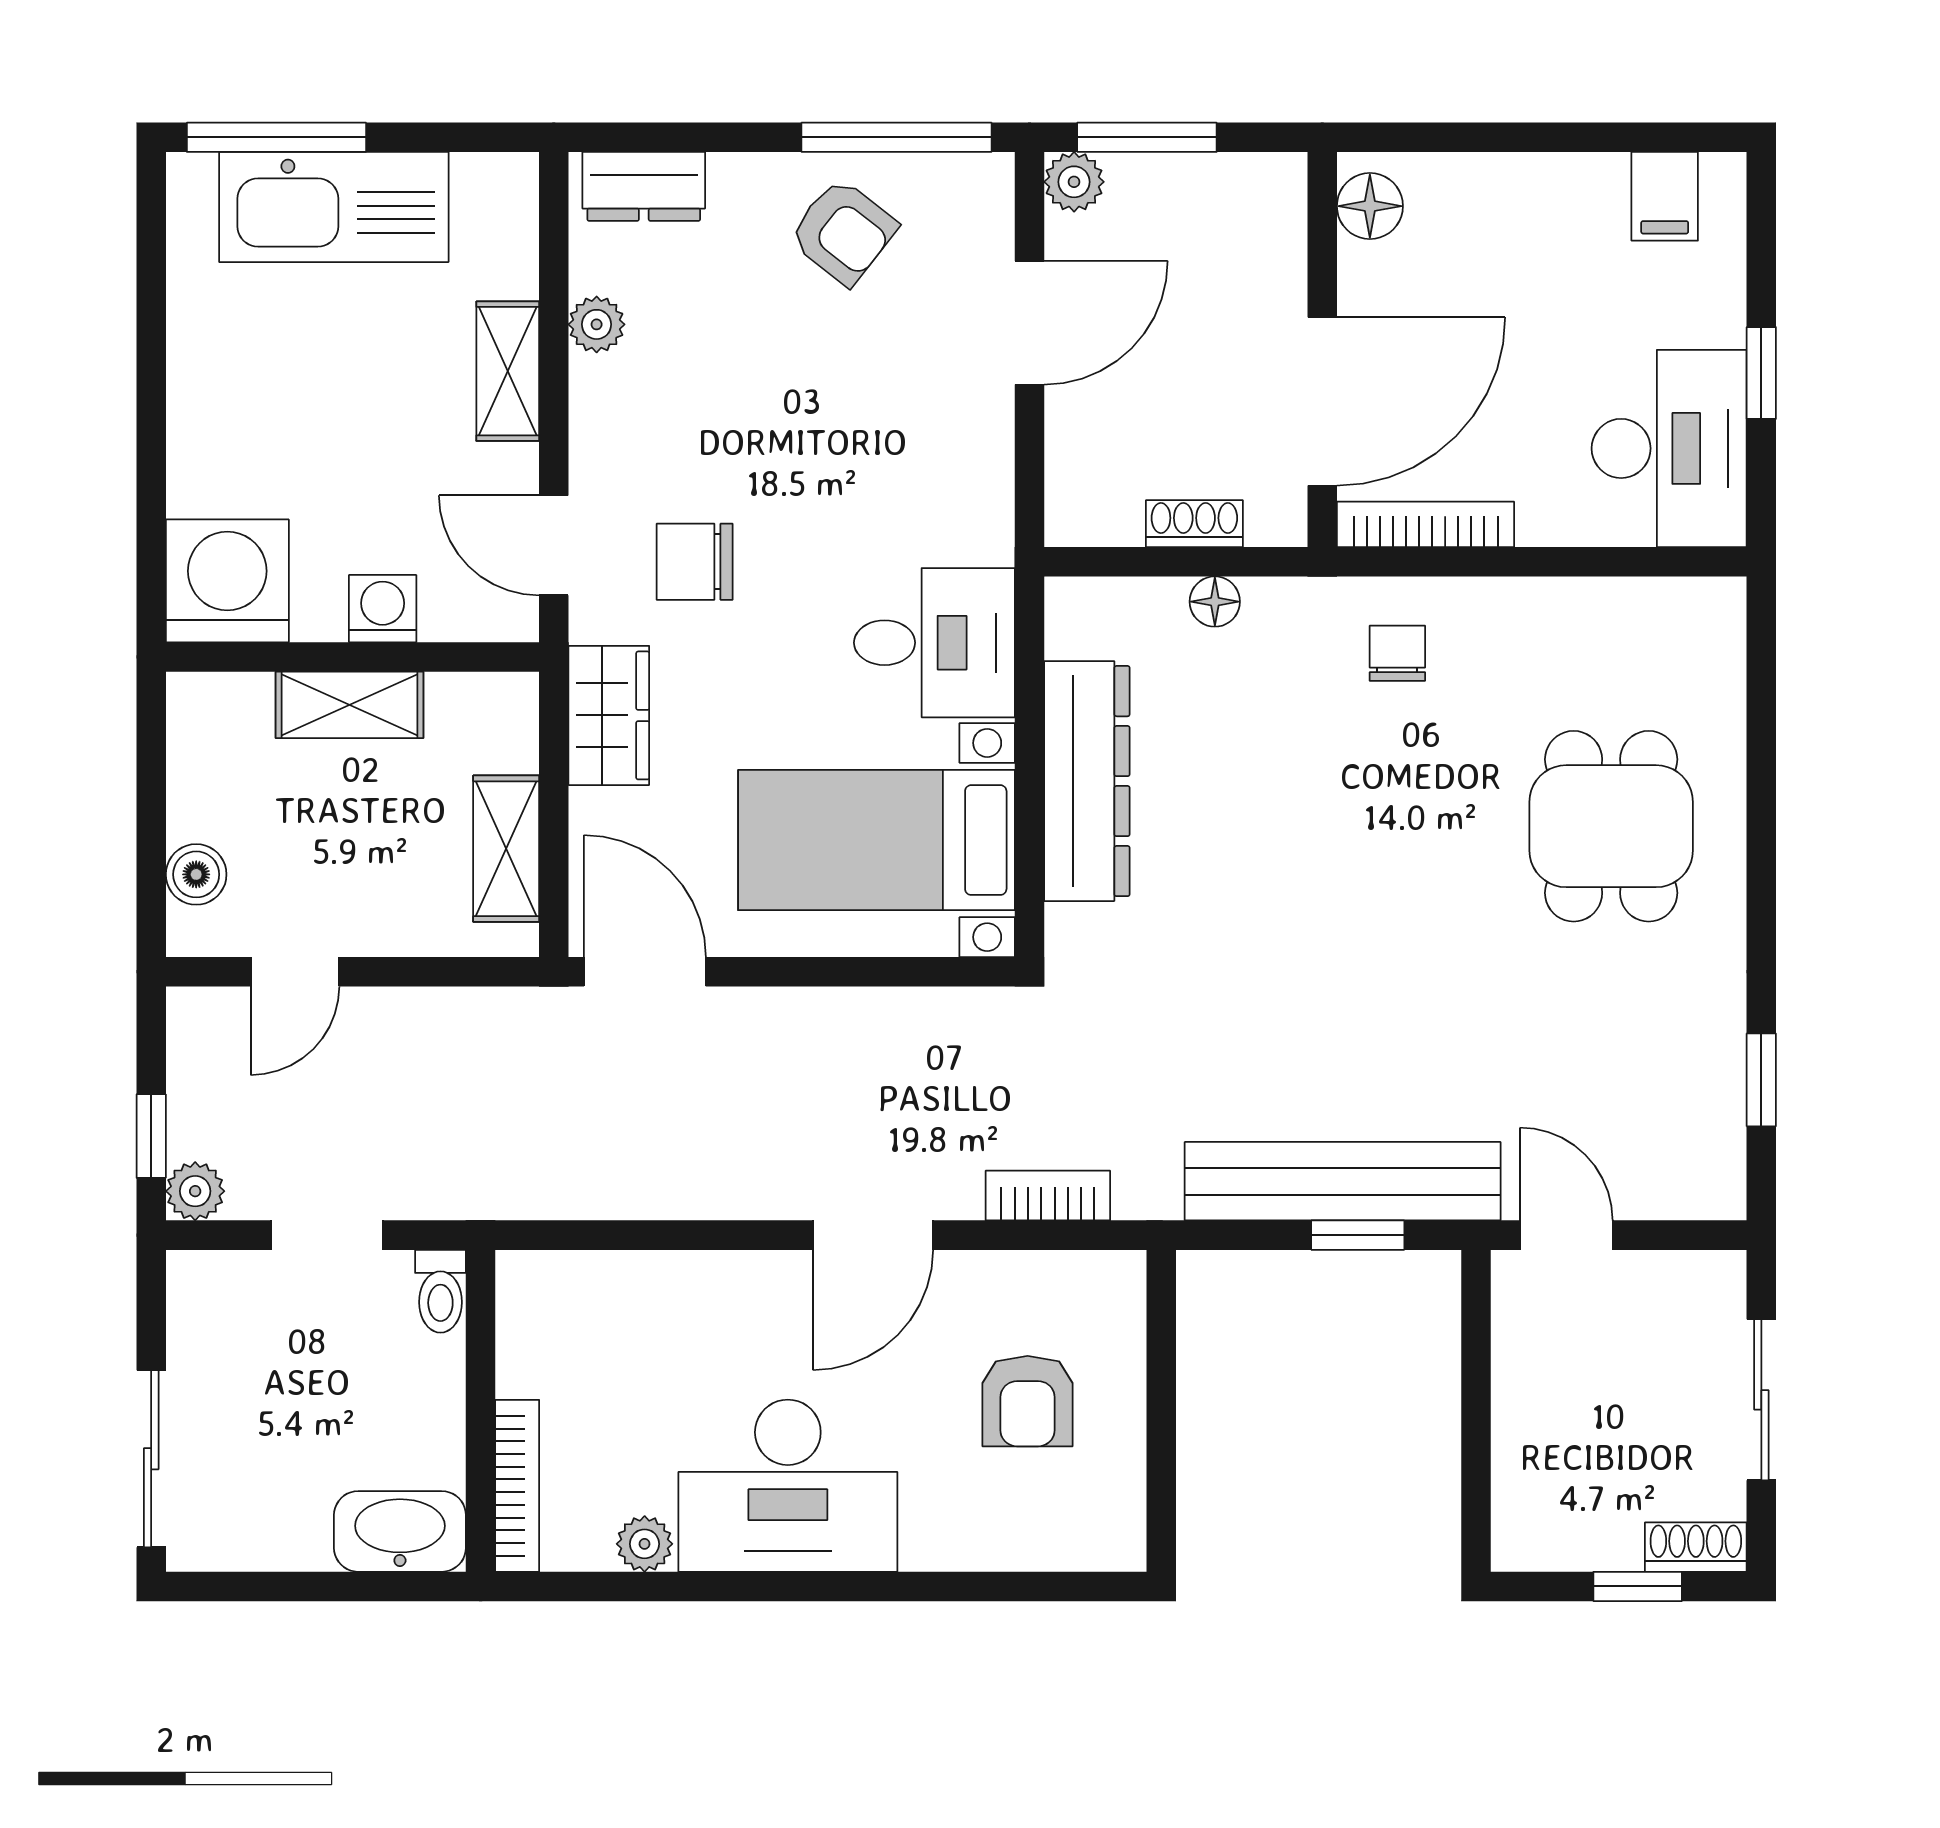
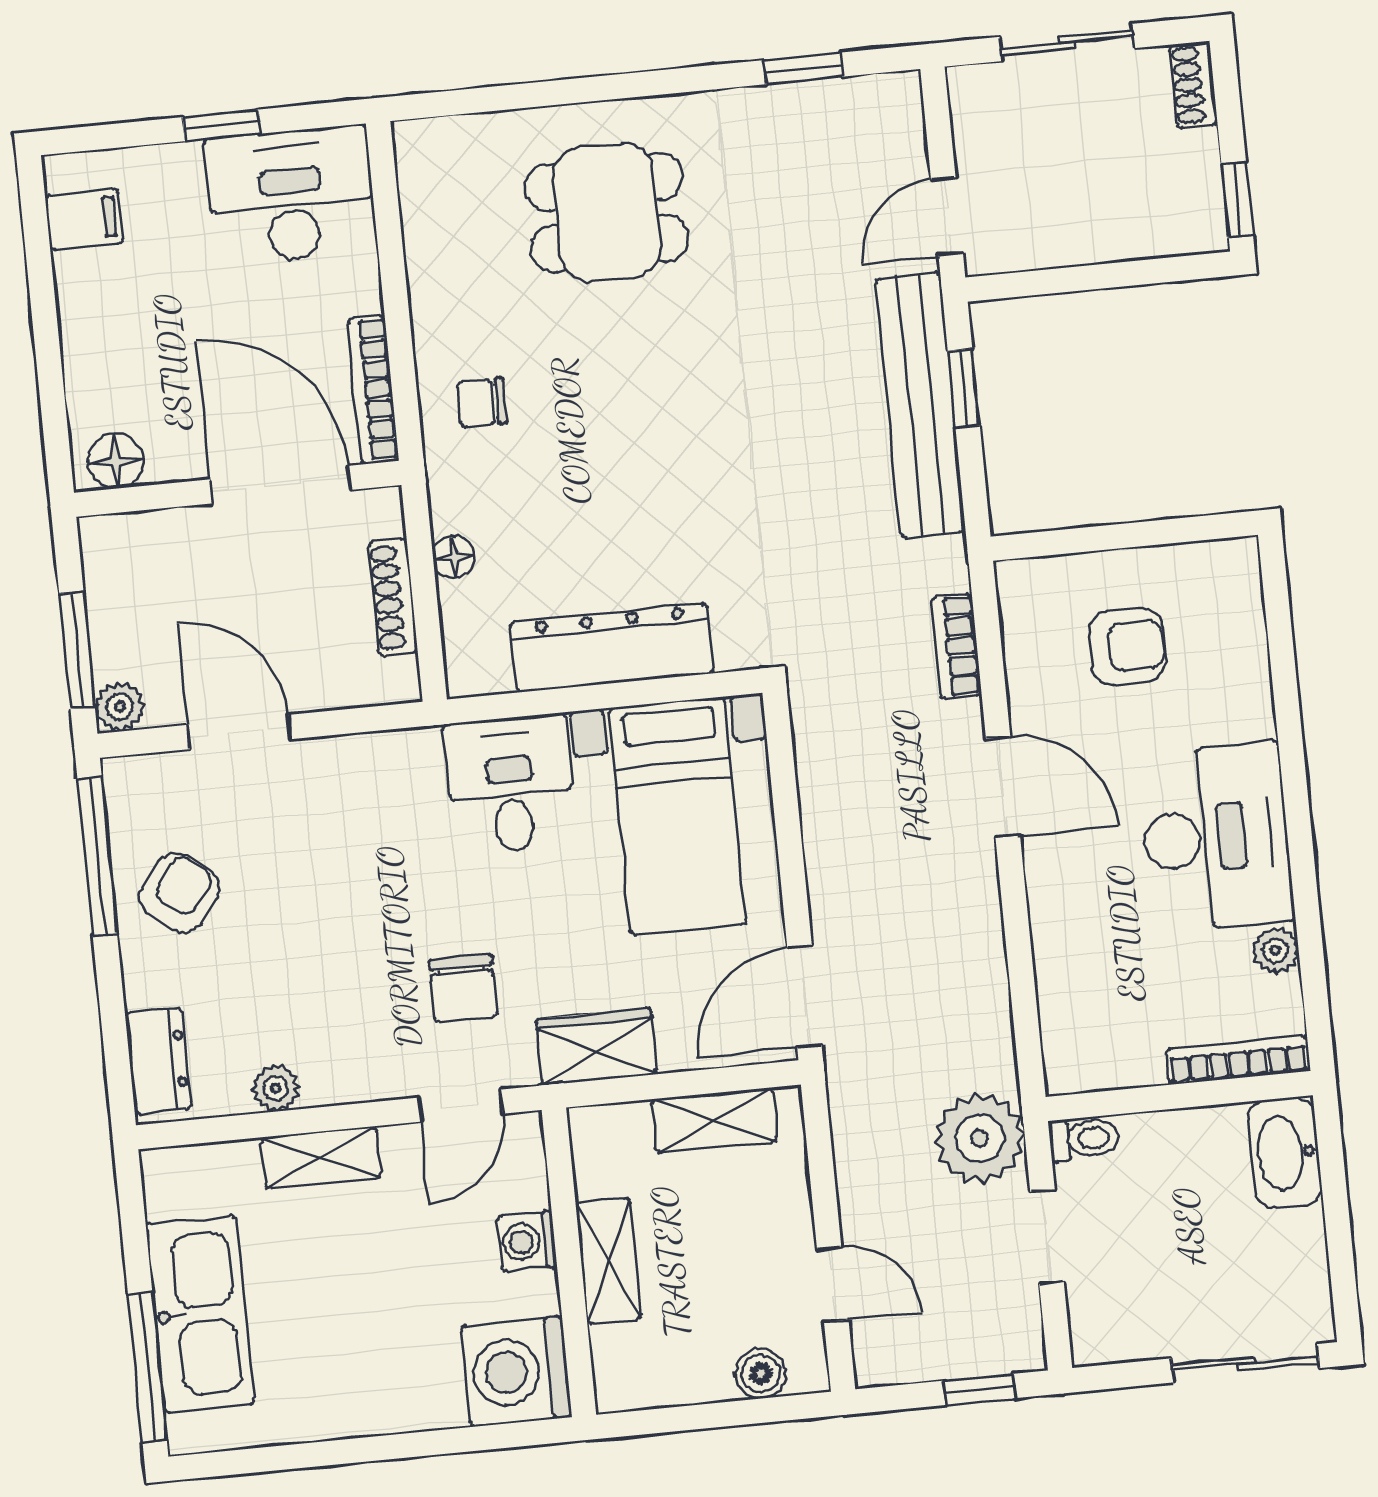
shoe rack: (1194, 524) -> (393, 597), width x1.43
plant: (195, 1191) -> (980, 1138), moved, width x1.87, depth x1.87
window: (1638, 1586) -> (1237, 200), moved

